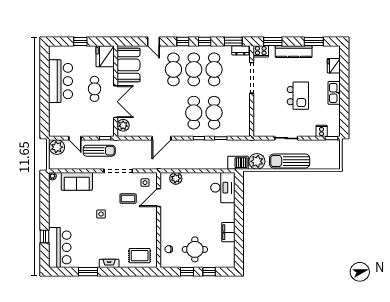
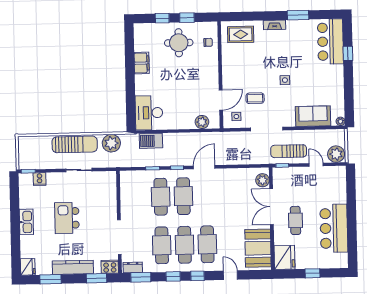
fridge: (334, 66) -> (28, 267), moved
door: (161, 138) -> (204, 167), moved
barbecue: (238, 163) -> (151, 141), moved

